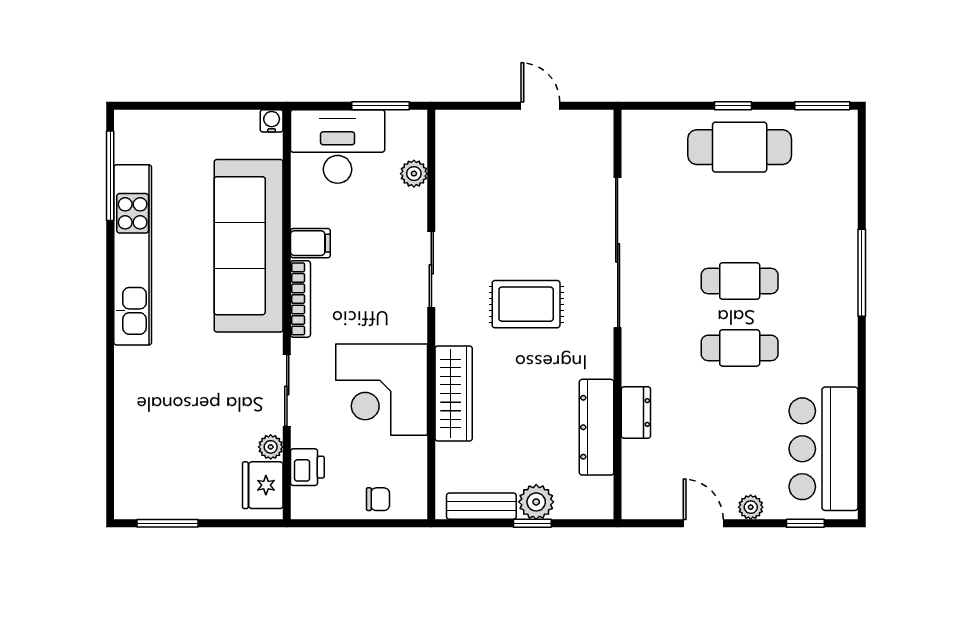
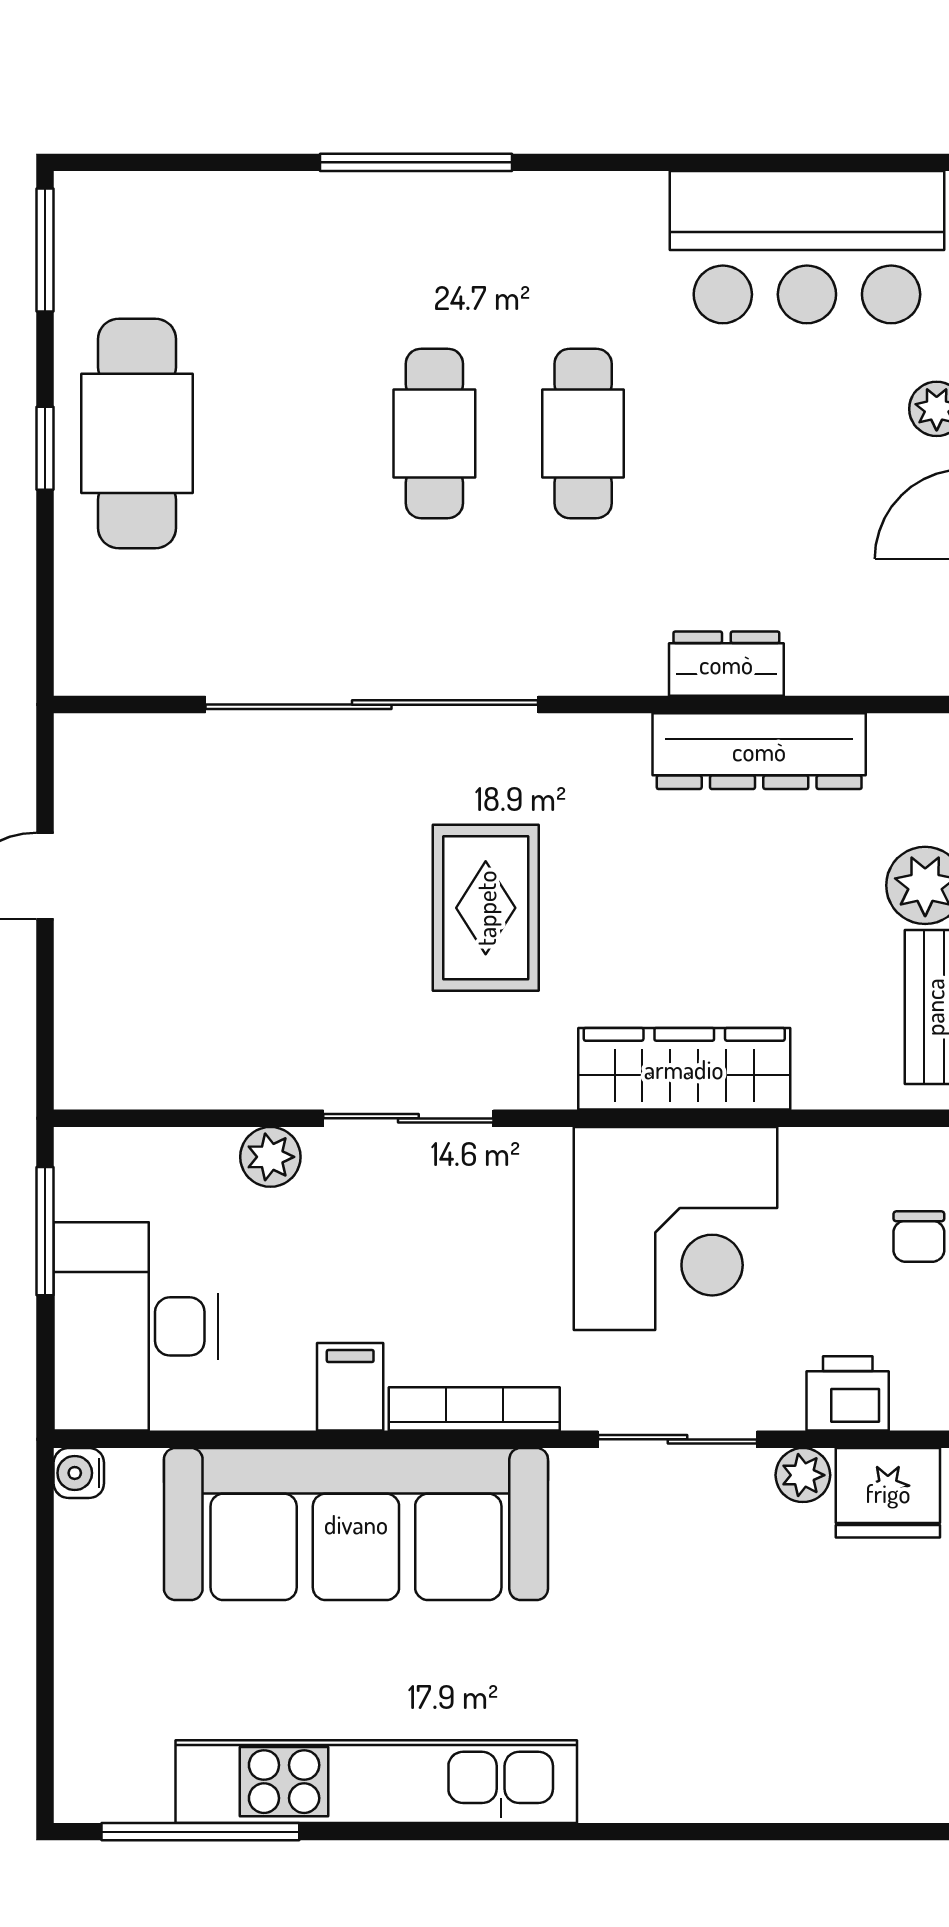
plant: (414, 174) -> (270, 1157), moved
chair: (378, 499) -> (919, 1237), turned 180

